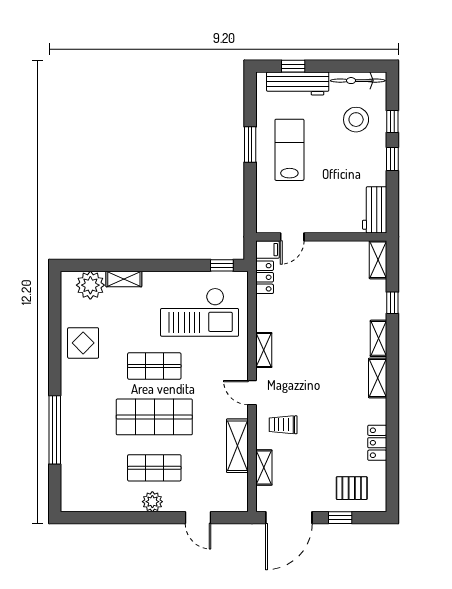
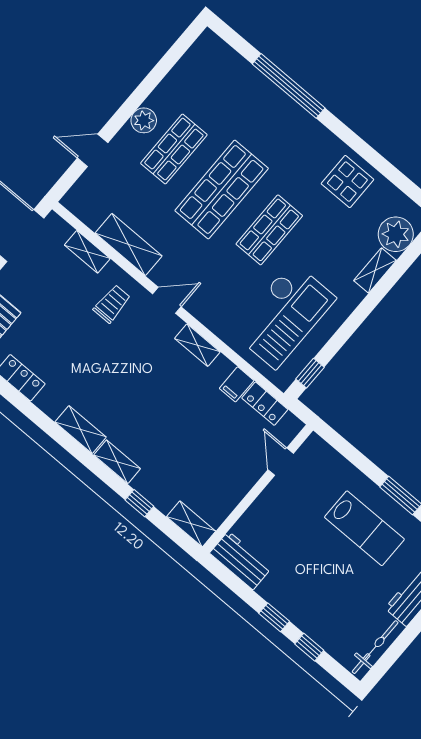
stool: (356, 120) -> (340, 615), removed
filing cabinet: (267, 250) -> (237, 384), moved
checkout: (200, 312) -> (284, 315), turned 180

